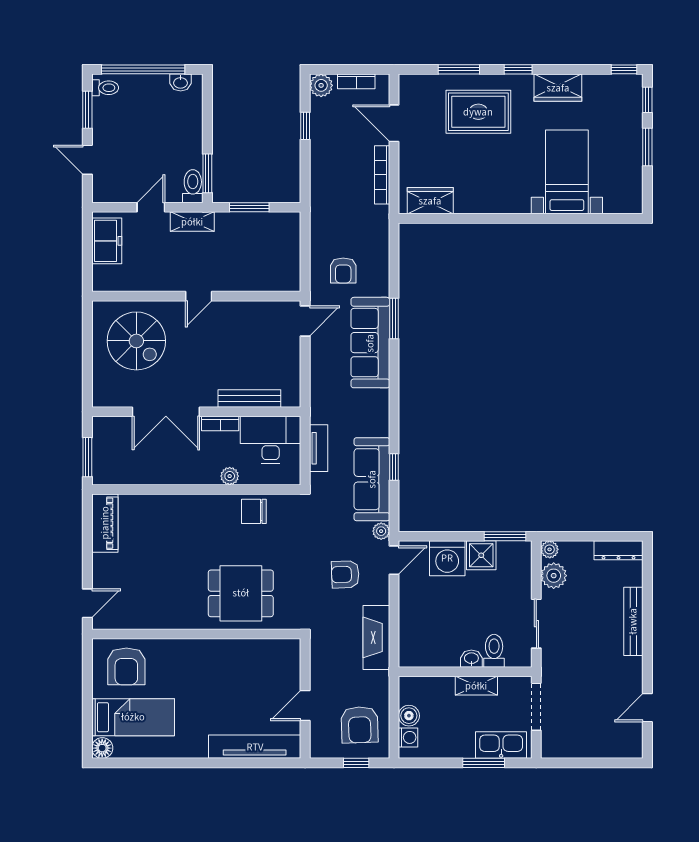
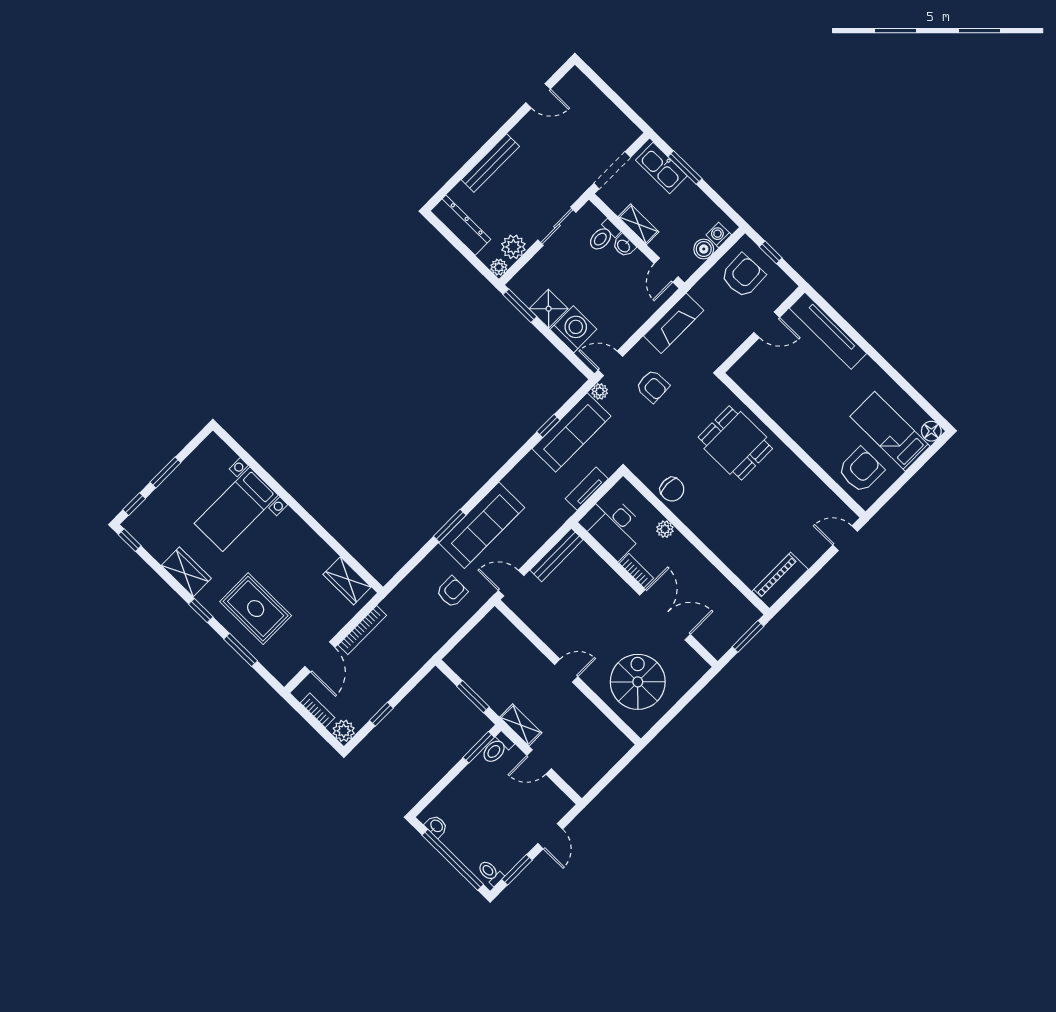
freezer: (107, 241) -> (591, 769), removed
bench: (249, 399) -> (557, 555), moved, turned 90
dresser: (619, 550) -> (461, 225), width x1.37, depth x1.24
door: (421, 672) -> (666, 270), added

